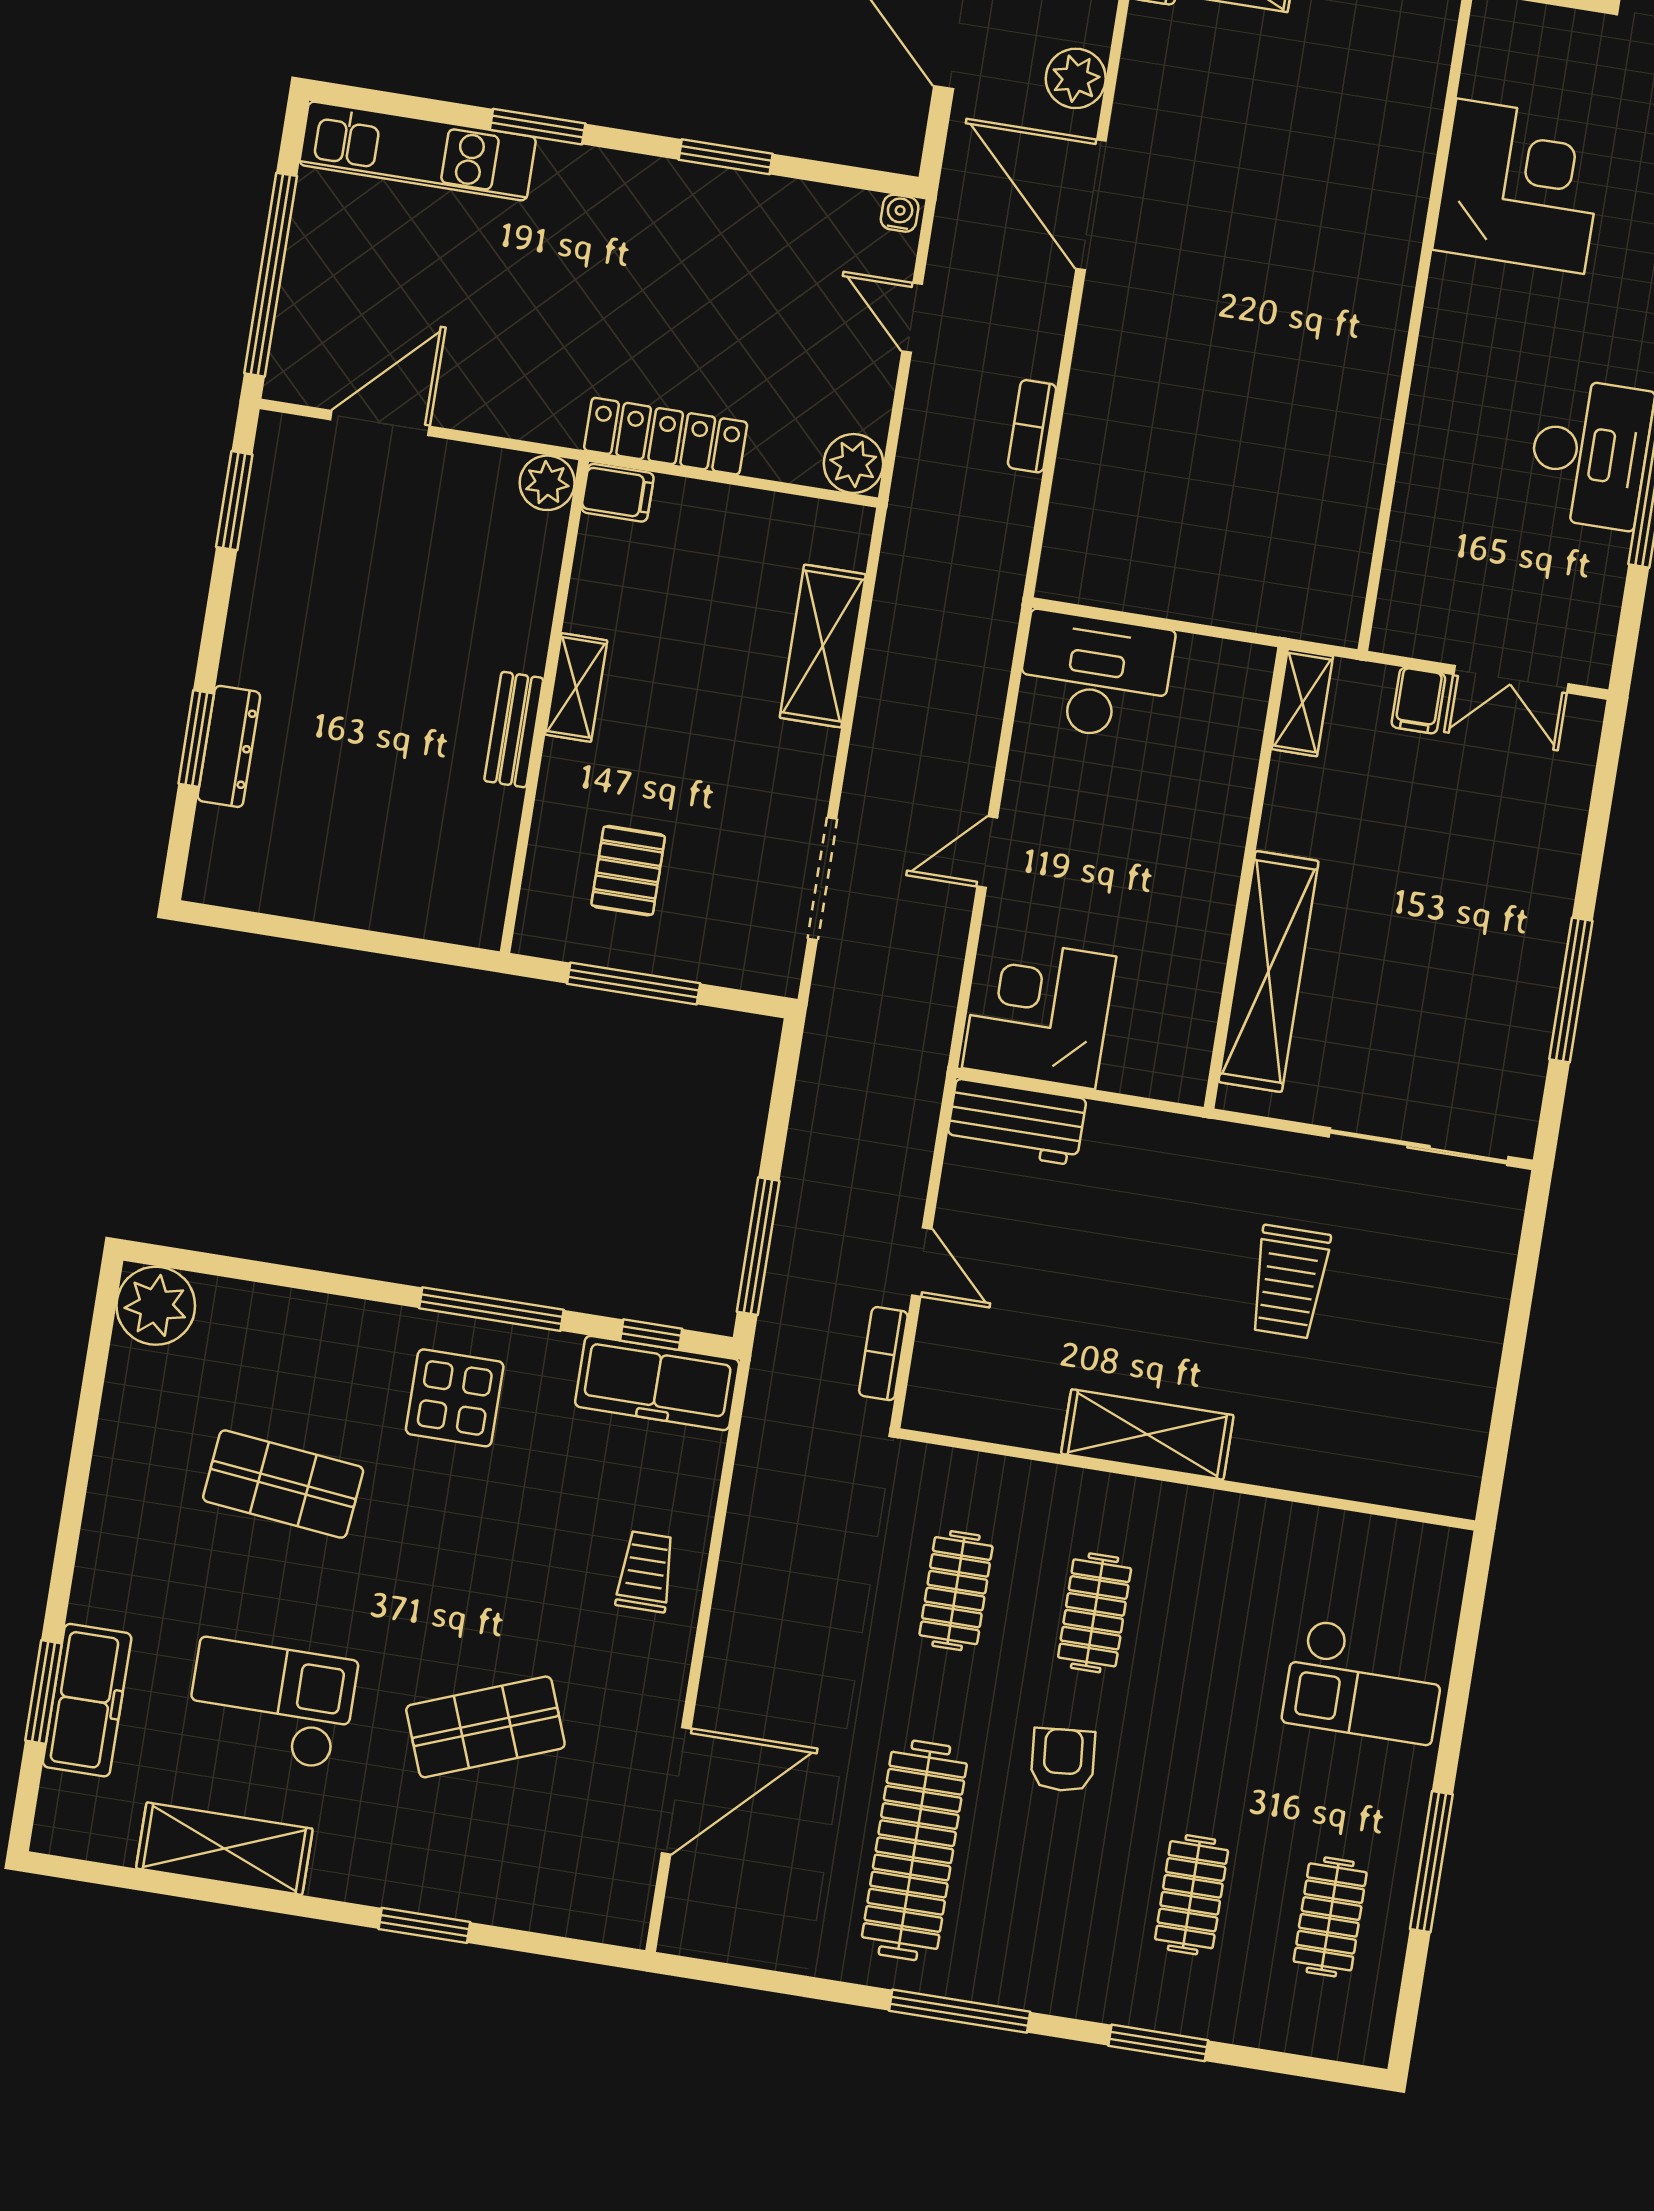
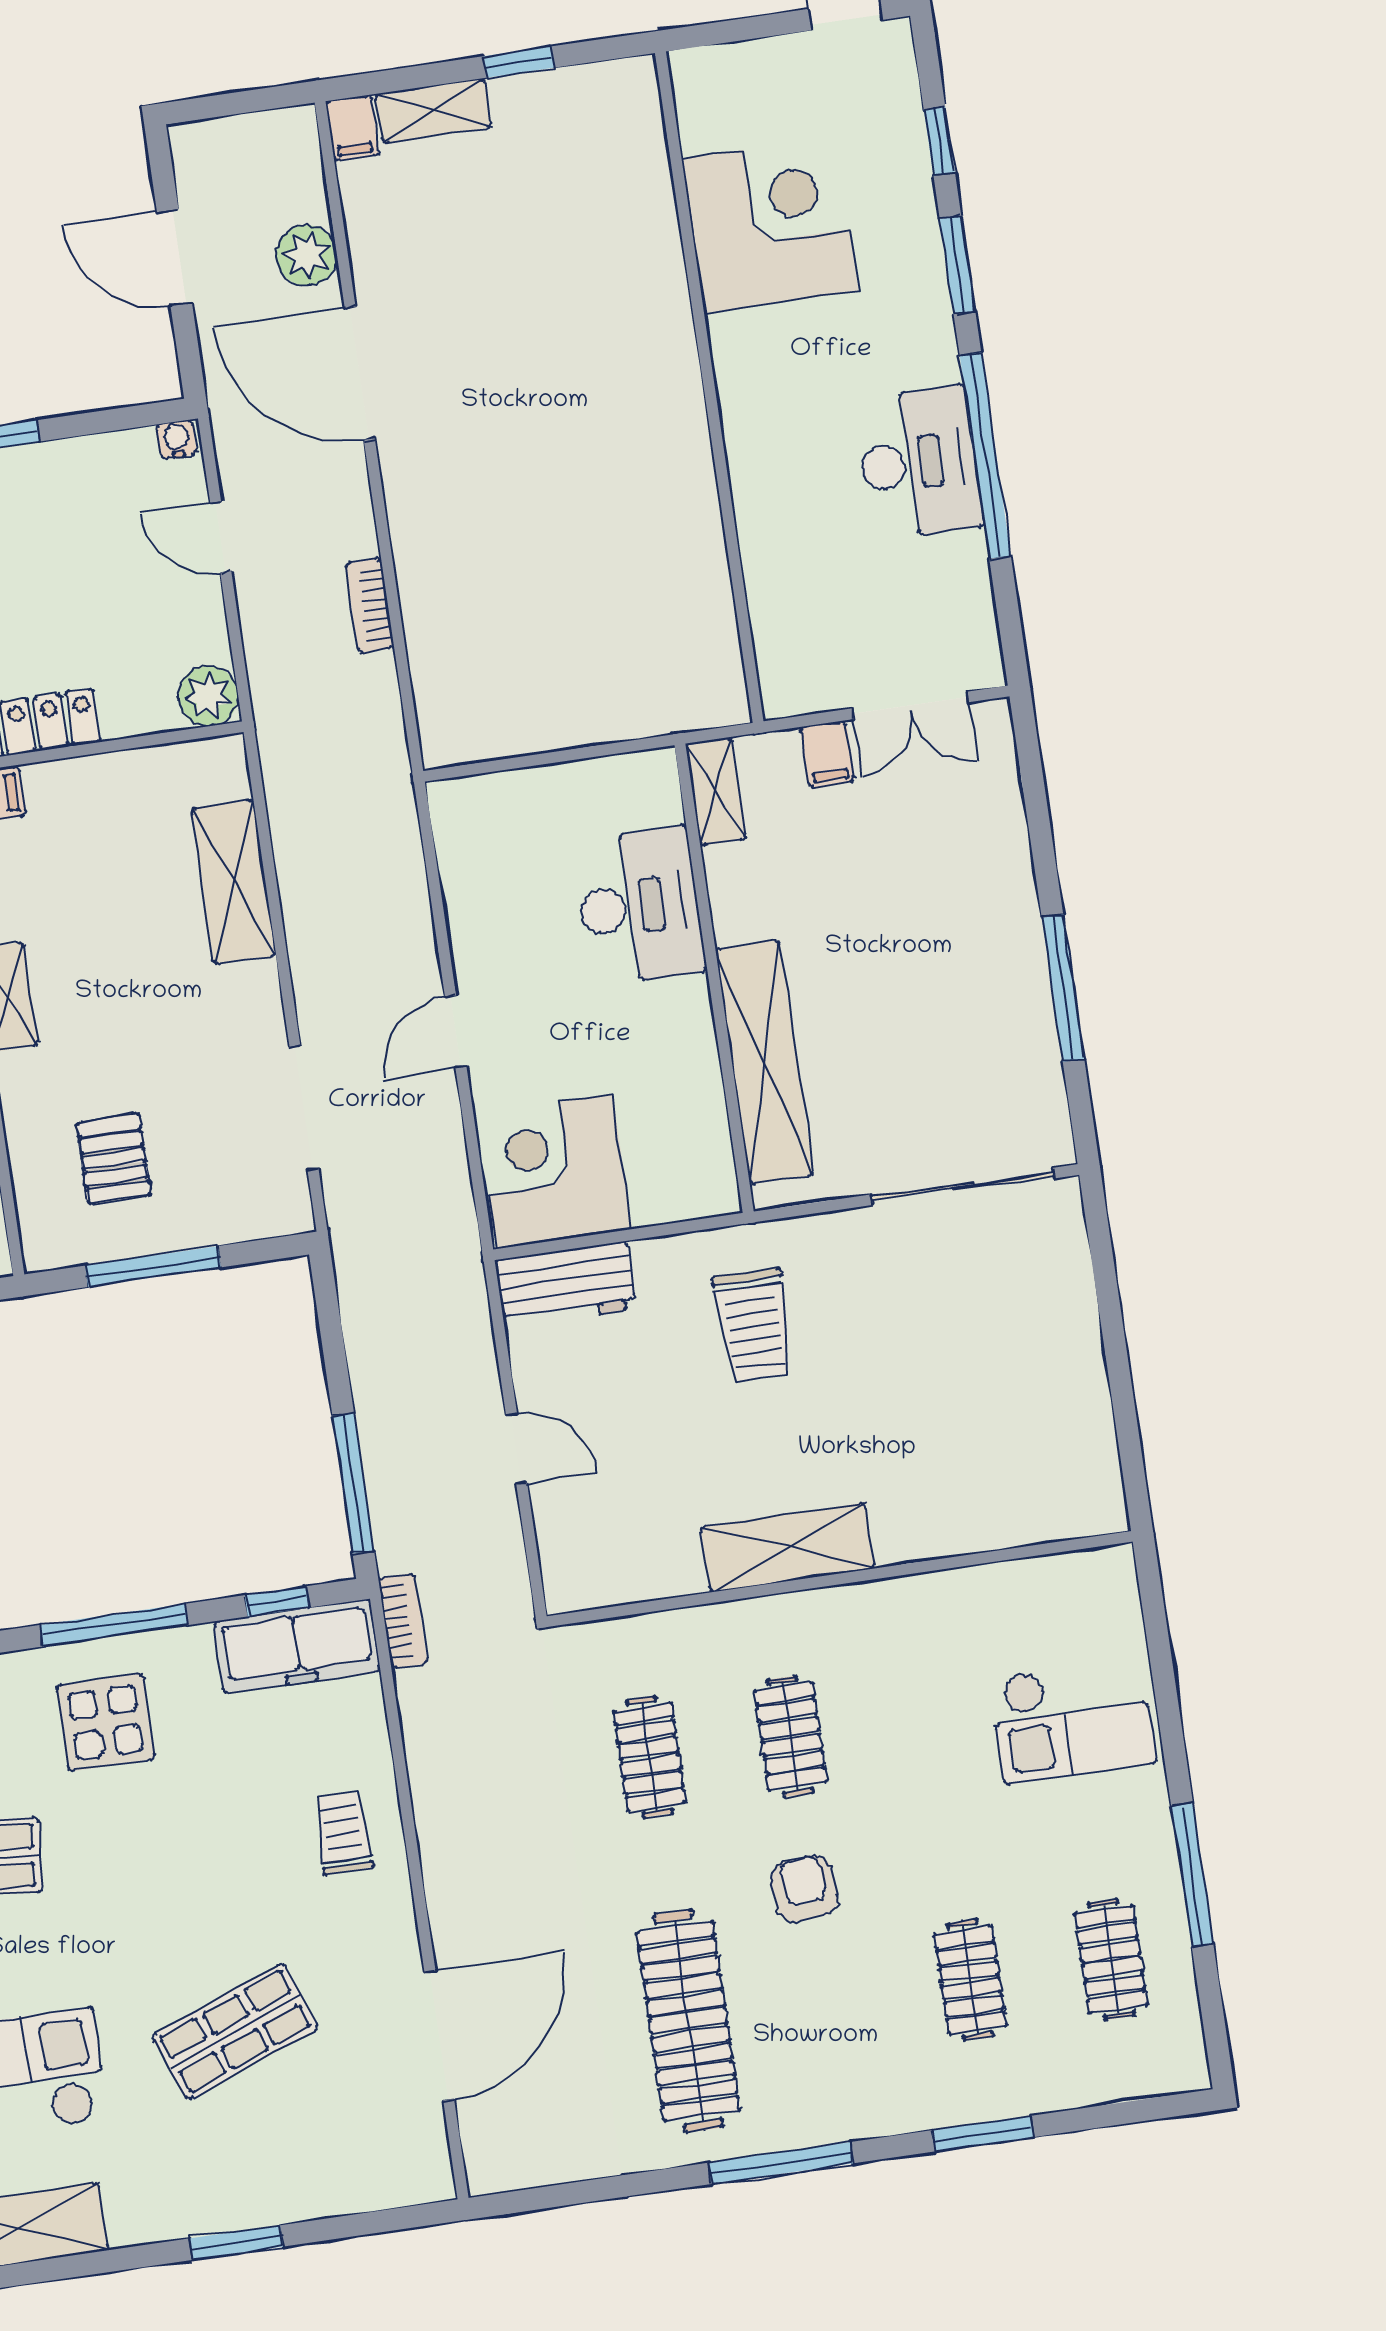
desk: (1095, 676) -> (639, 906), moved, turned 90
trolley: (1289, 1282) -> (754, 1326), moved
bookcase: (883, 1354) -> (403, 1621), moved, turned 180

